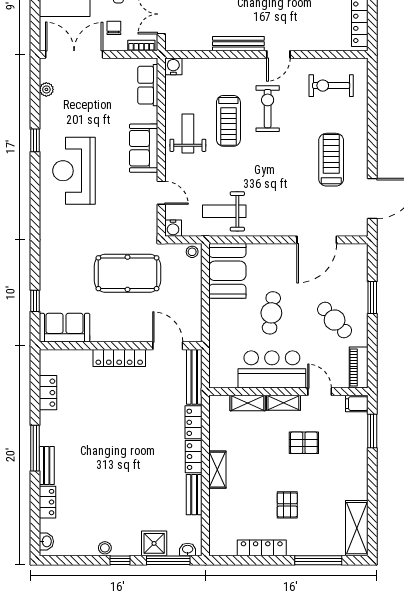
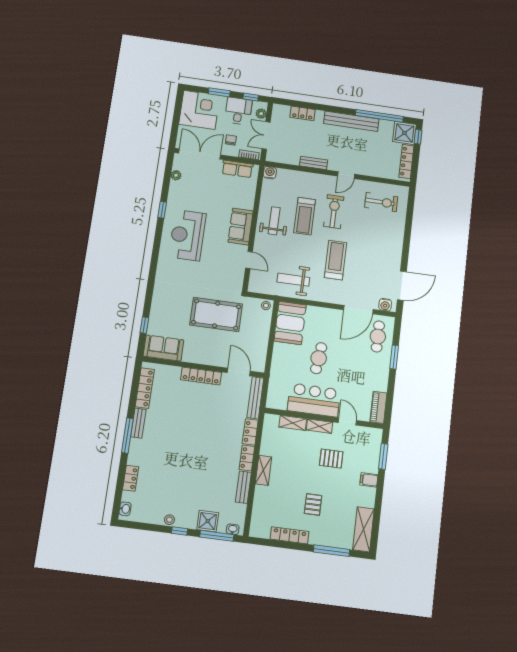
bench: (238, 44) -> (314, 163), width x0.73
row of seats: (148, 85) -> (237, 169), moved, turned -90
exercise bike: (331, 86) -> (381, 202), turned 180
treadmill: (331, 160) -> (336, 260), moved
water cooler: (173, 228) -> (385, 305), moved
cafe table: (335, 320) -> (378, 336), moved, turned 42
locker: (48, 393) -> (145, 388), width x1.53
filing cabinet: (357, 404) -> (369, 480), moved
bench: (47, 465) -> (138, 423), moved

